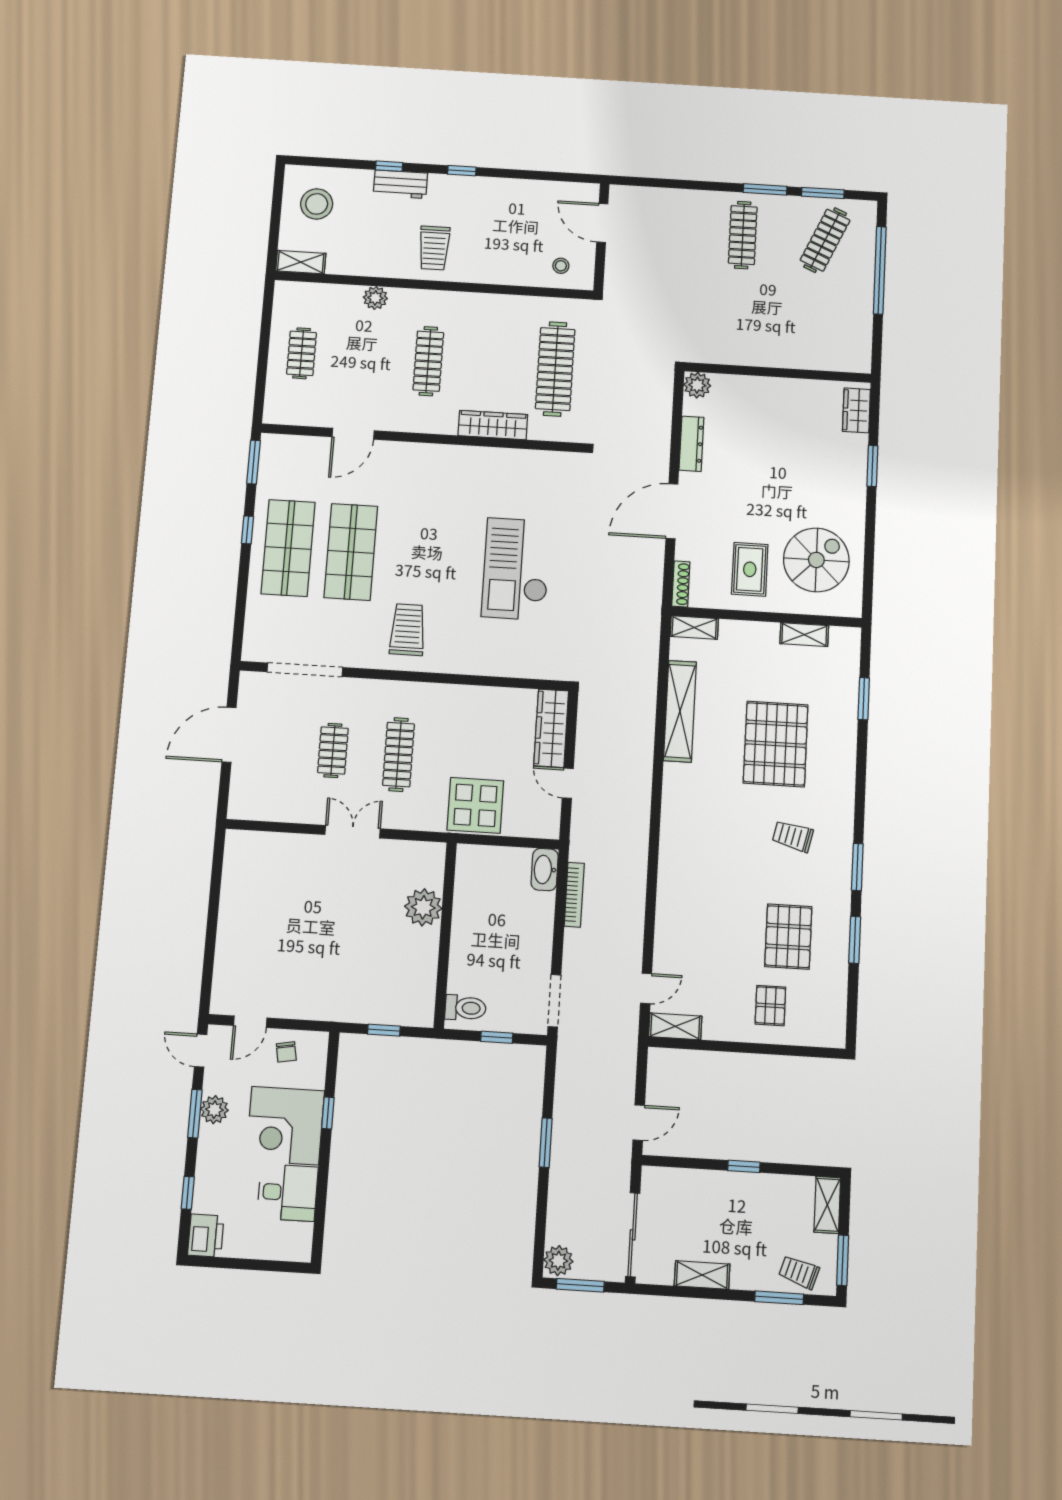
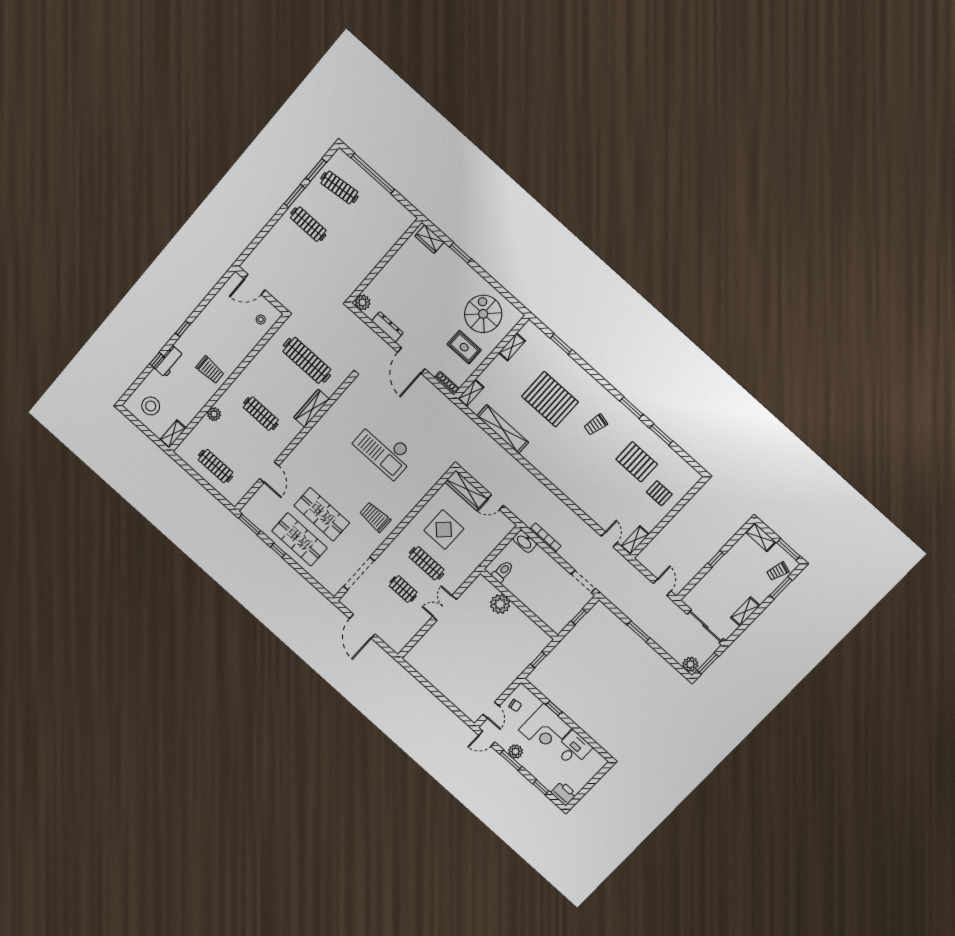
clothes rail: (825, 240) -> (339, 187), turned -30
clothes rail: (302, 353) -> (216, 466), width x1.36
display table: (475, 805) -> (444, 530), moved
toilet: (465, 1008) -> (503, 571), moved

